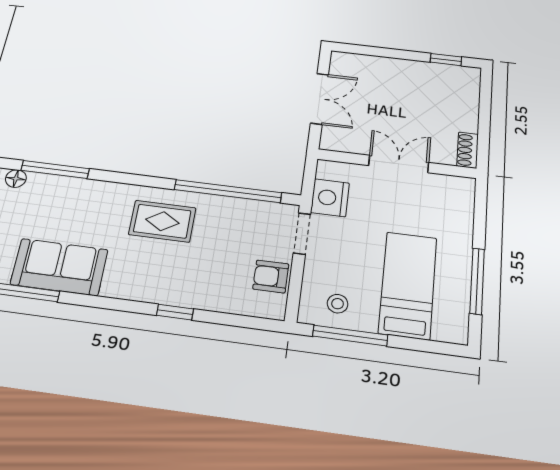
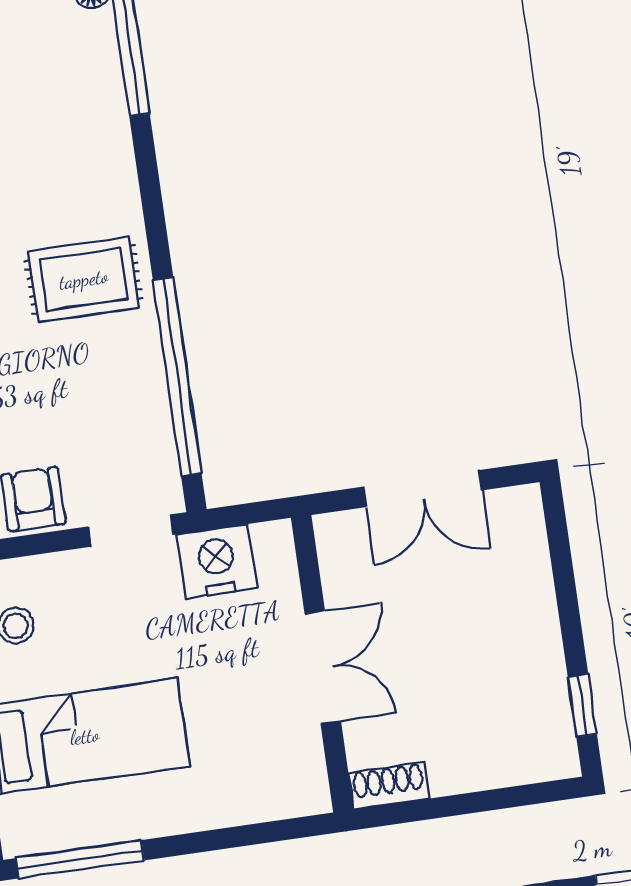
rug: (162, 221) -> (84, 279), turned 90
window: (477, 281) -> (80, 859), moved

